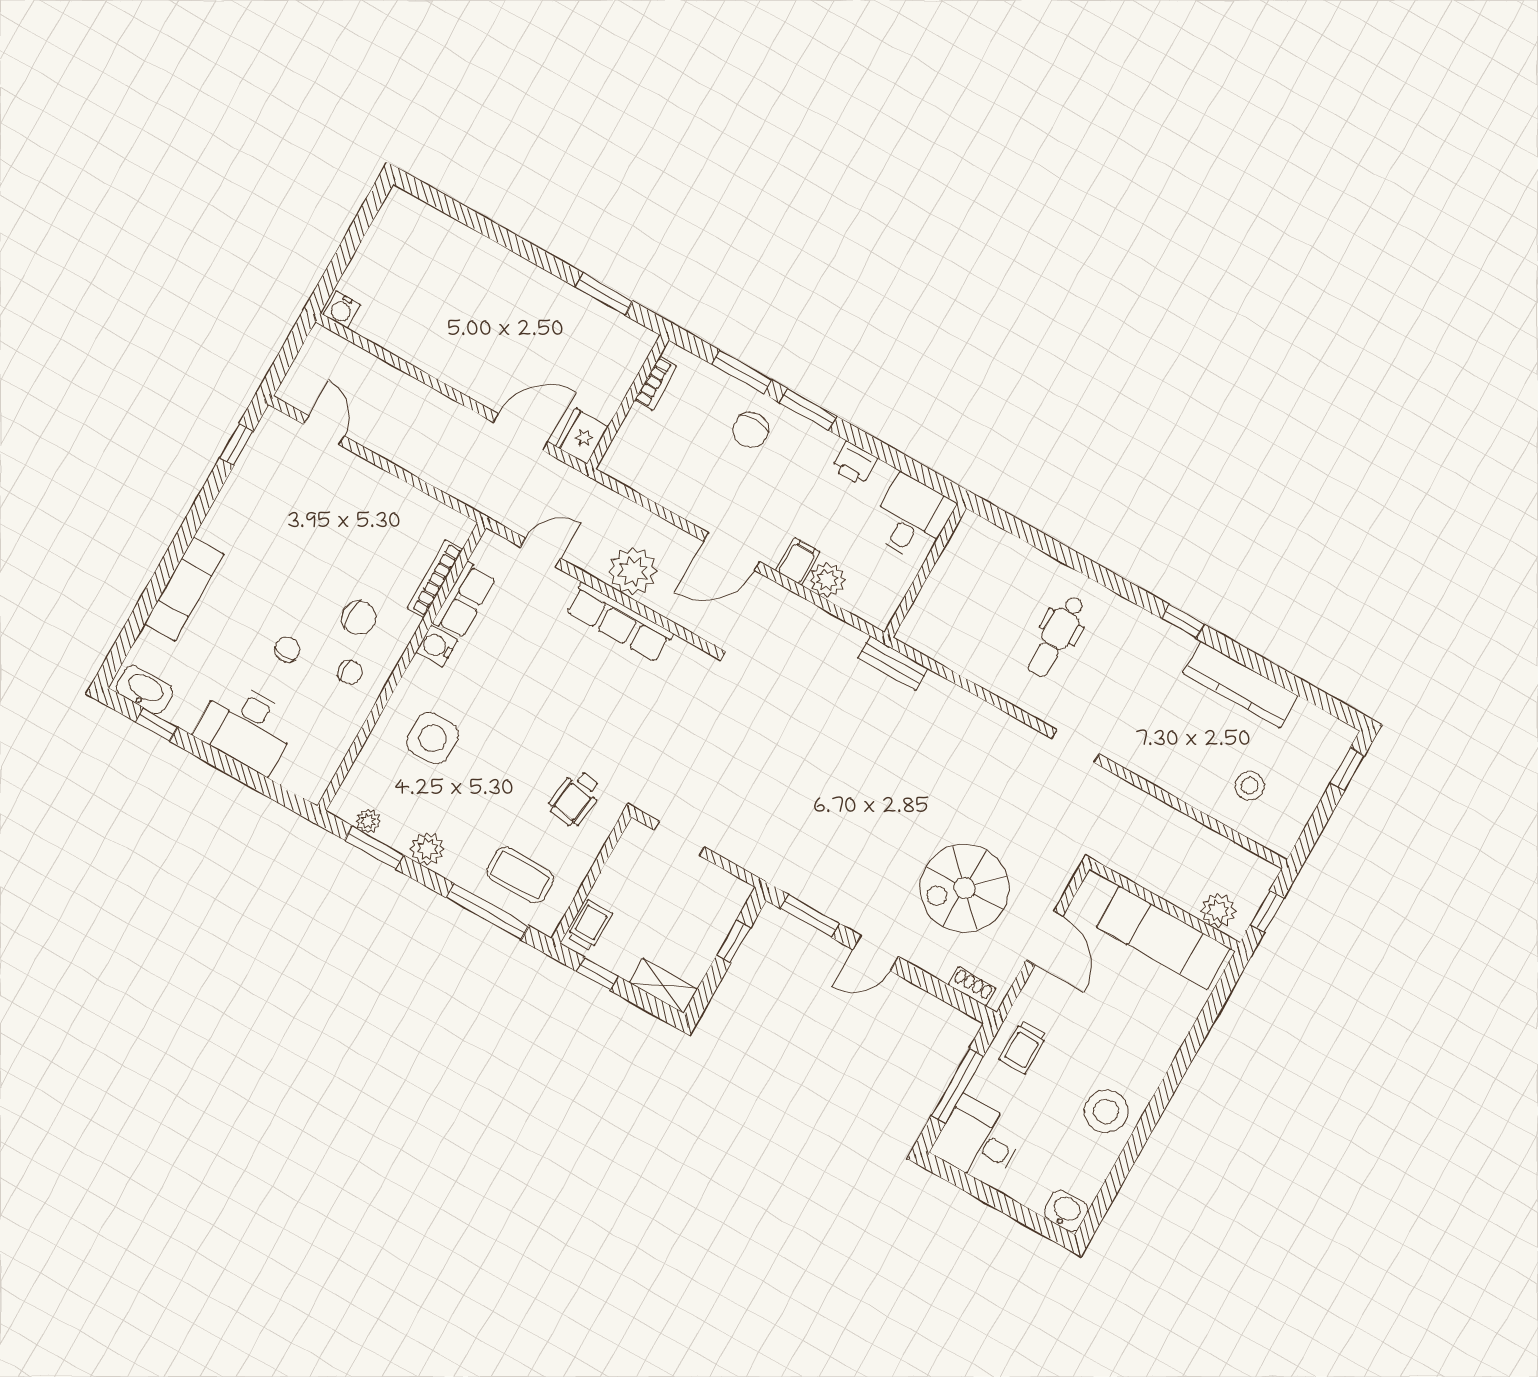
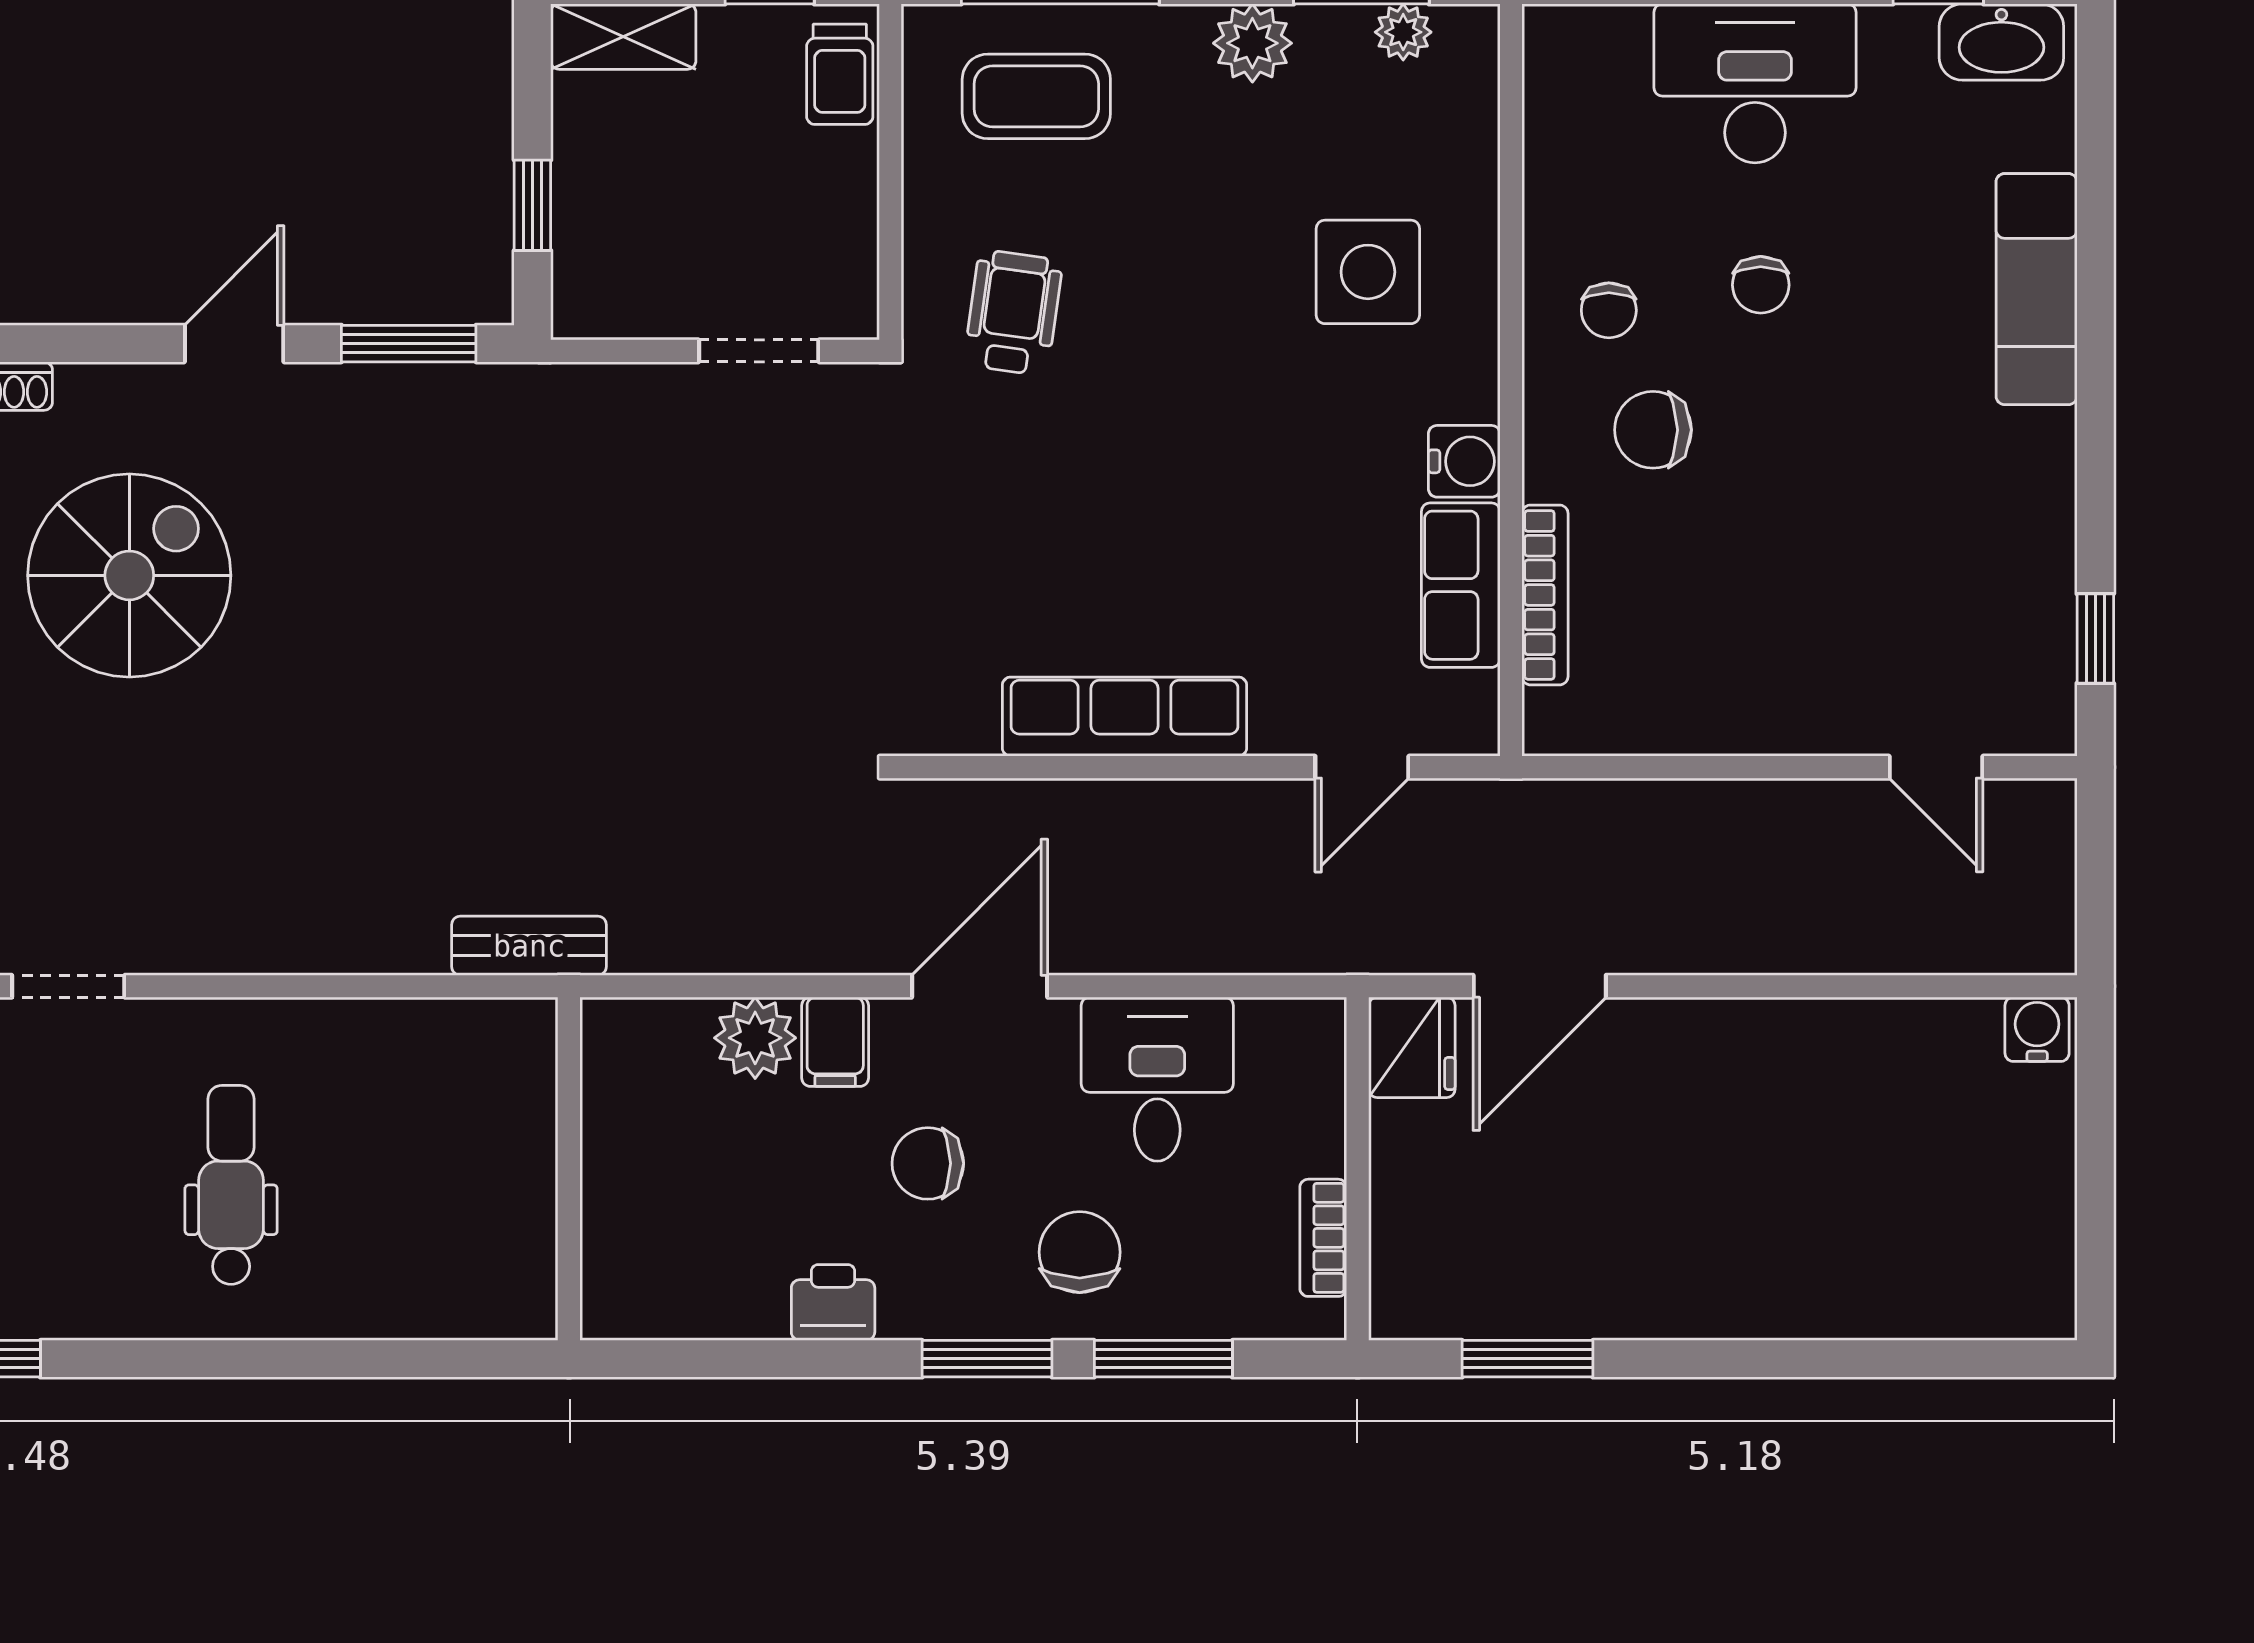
chair: (789, 496) -> (928, 1163), added
desk: (912, 518) -> (1157, 1079), moved, turned 180
plant: (633, 571) -> (1156, 835), removed
chair: (350, 672) -> (1609, 310), turned -90

